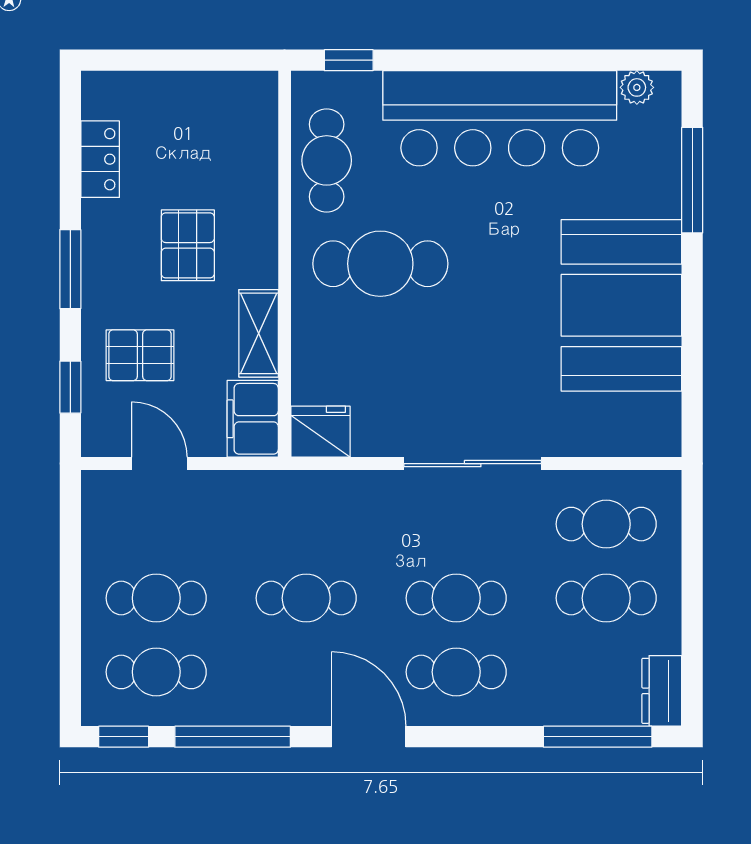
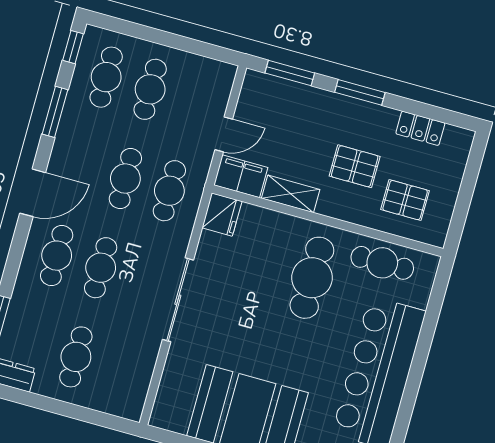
window: (349, 60) -> (438, 292), removed
pallet: (140, 355) -> (405, 200), moved, turned 90
window: (70, 387) -> (290, 73), width x1.50
door: (159, 464) -> (224, 134), moved
cafe table: (606, 524) -> (169, 191), moved
window: (233, 737) -> (55, 112), width x0.69

